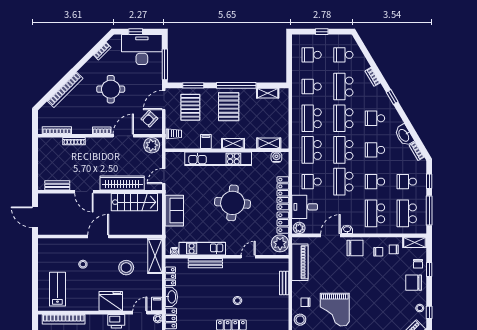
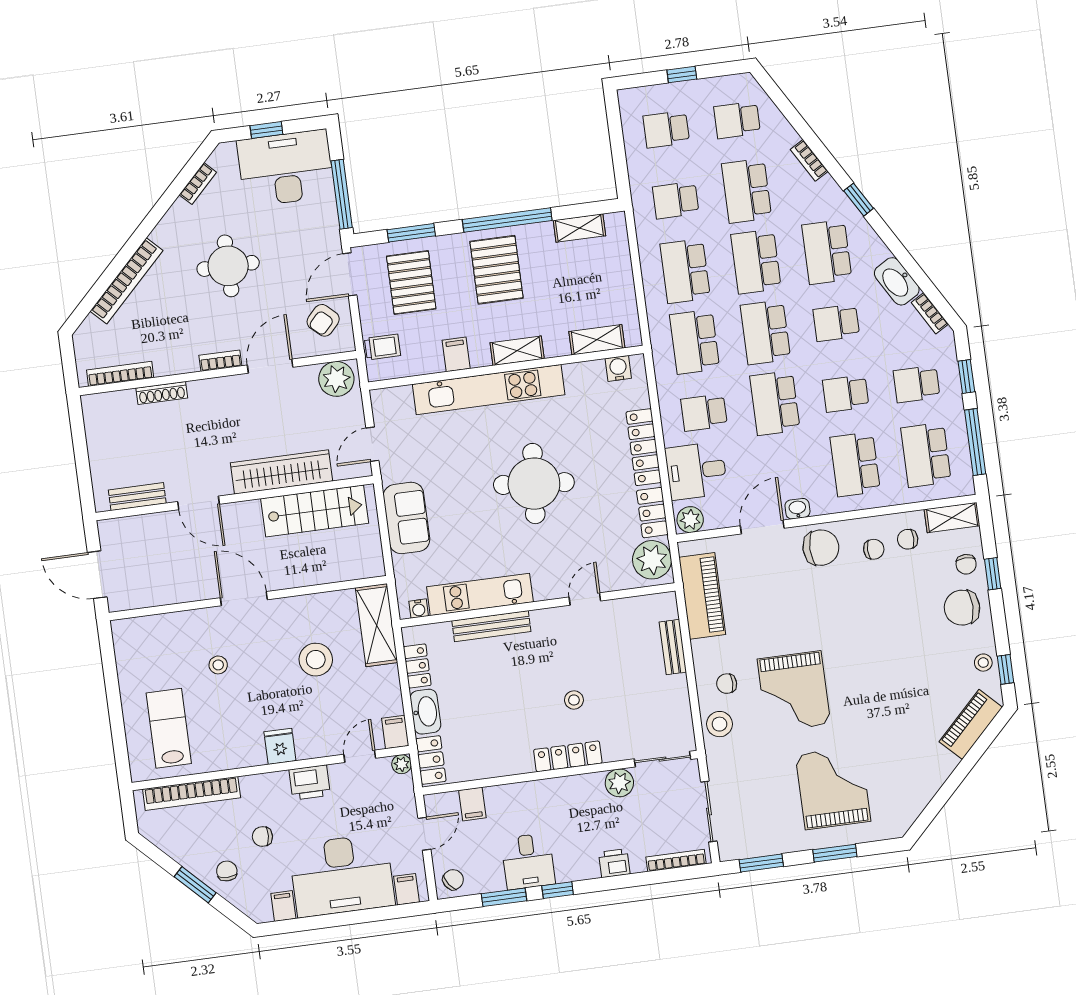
school desk: (375, 118) -> (827, 252), width x1.85
door: (98, 237) -> (244, 599), hinge flipped
fridge: (111, 301) -> (280, 746), width x0.53, depth x0.75

